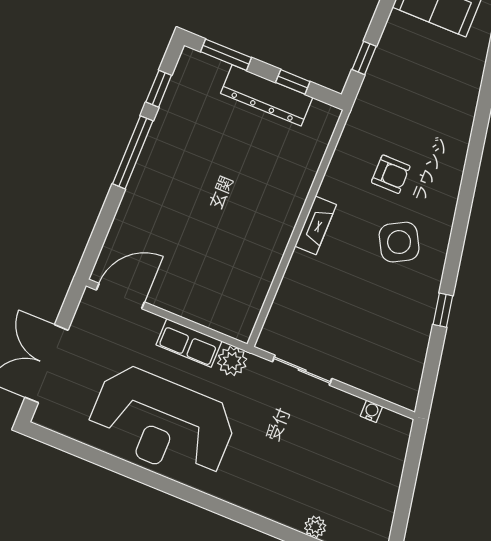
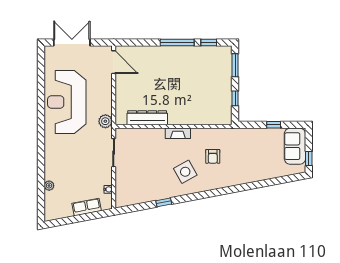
window: (364, 58) -> (274, 125), moved
dresser: (267, 95) -> (147, 118), moved, turned 90
row of seats: (189, 343) -> (87, 207), moved, turned 79

